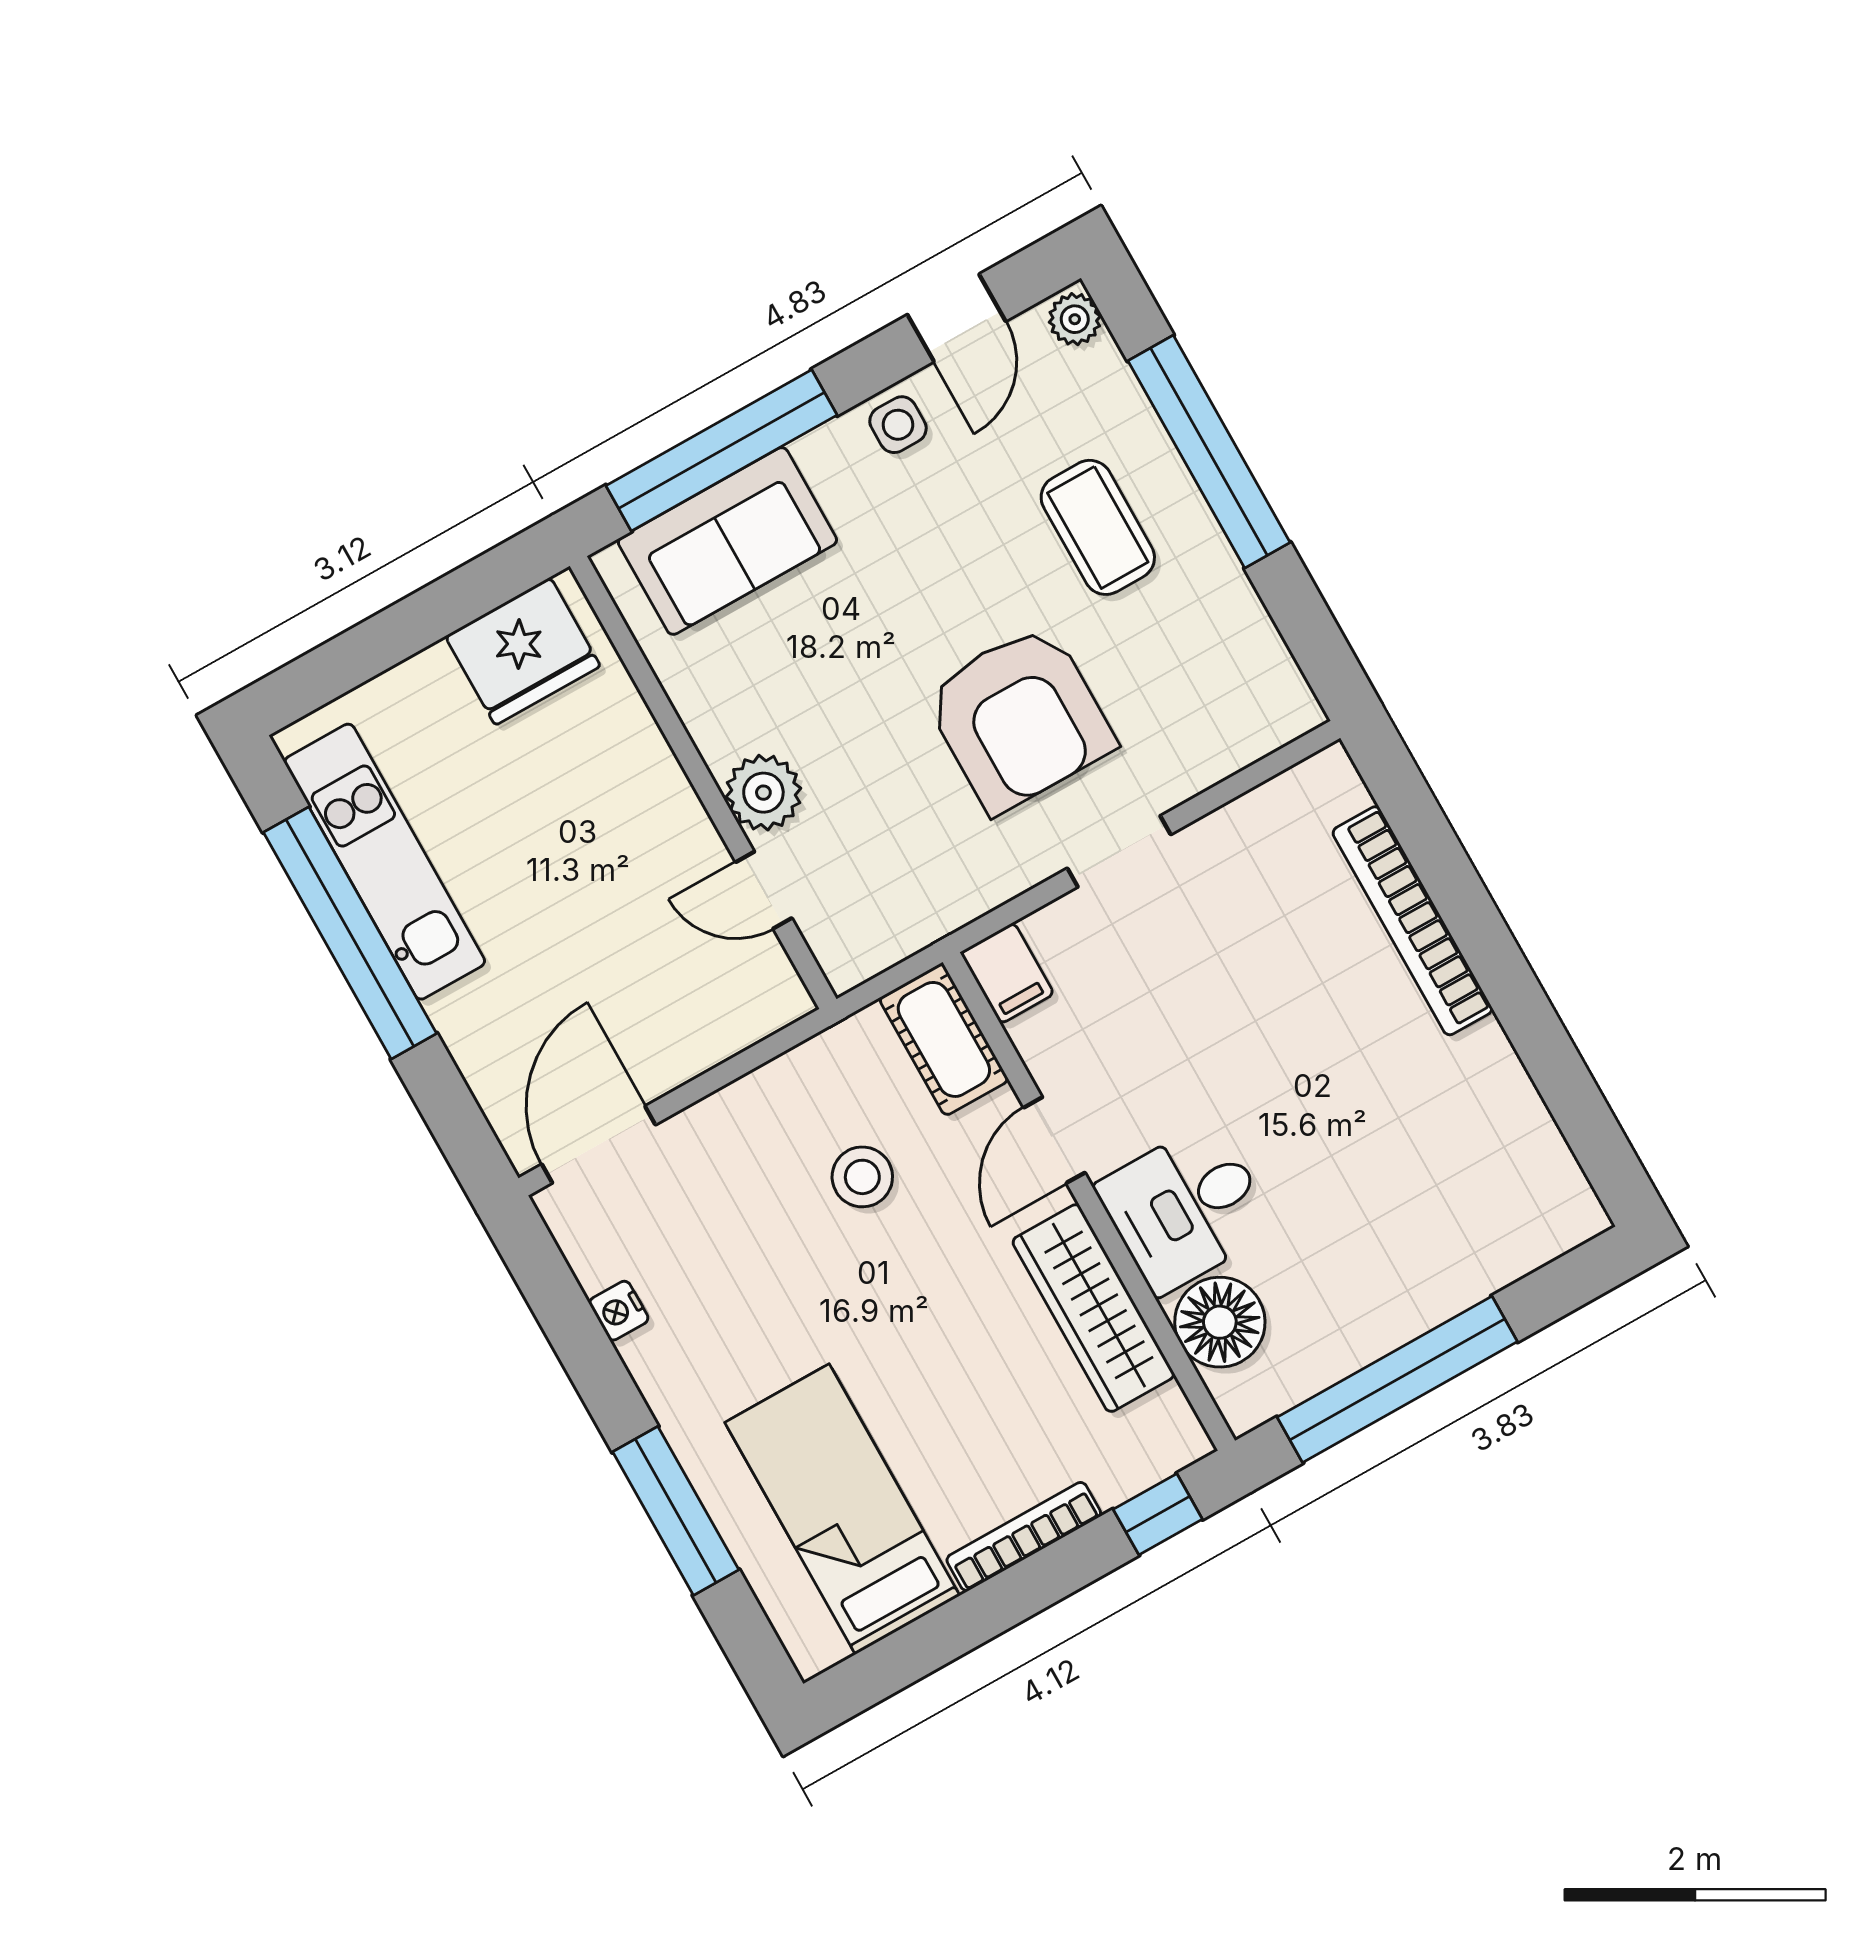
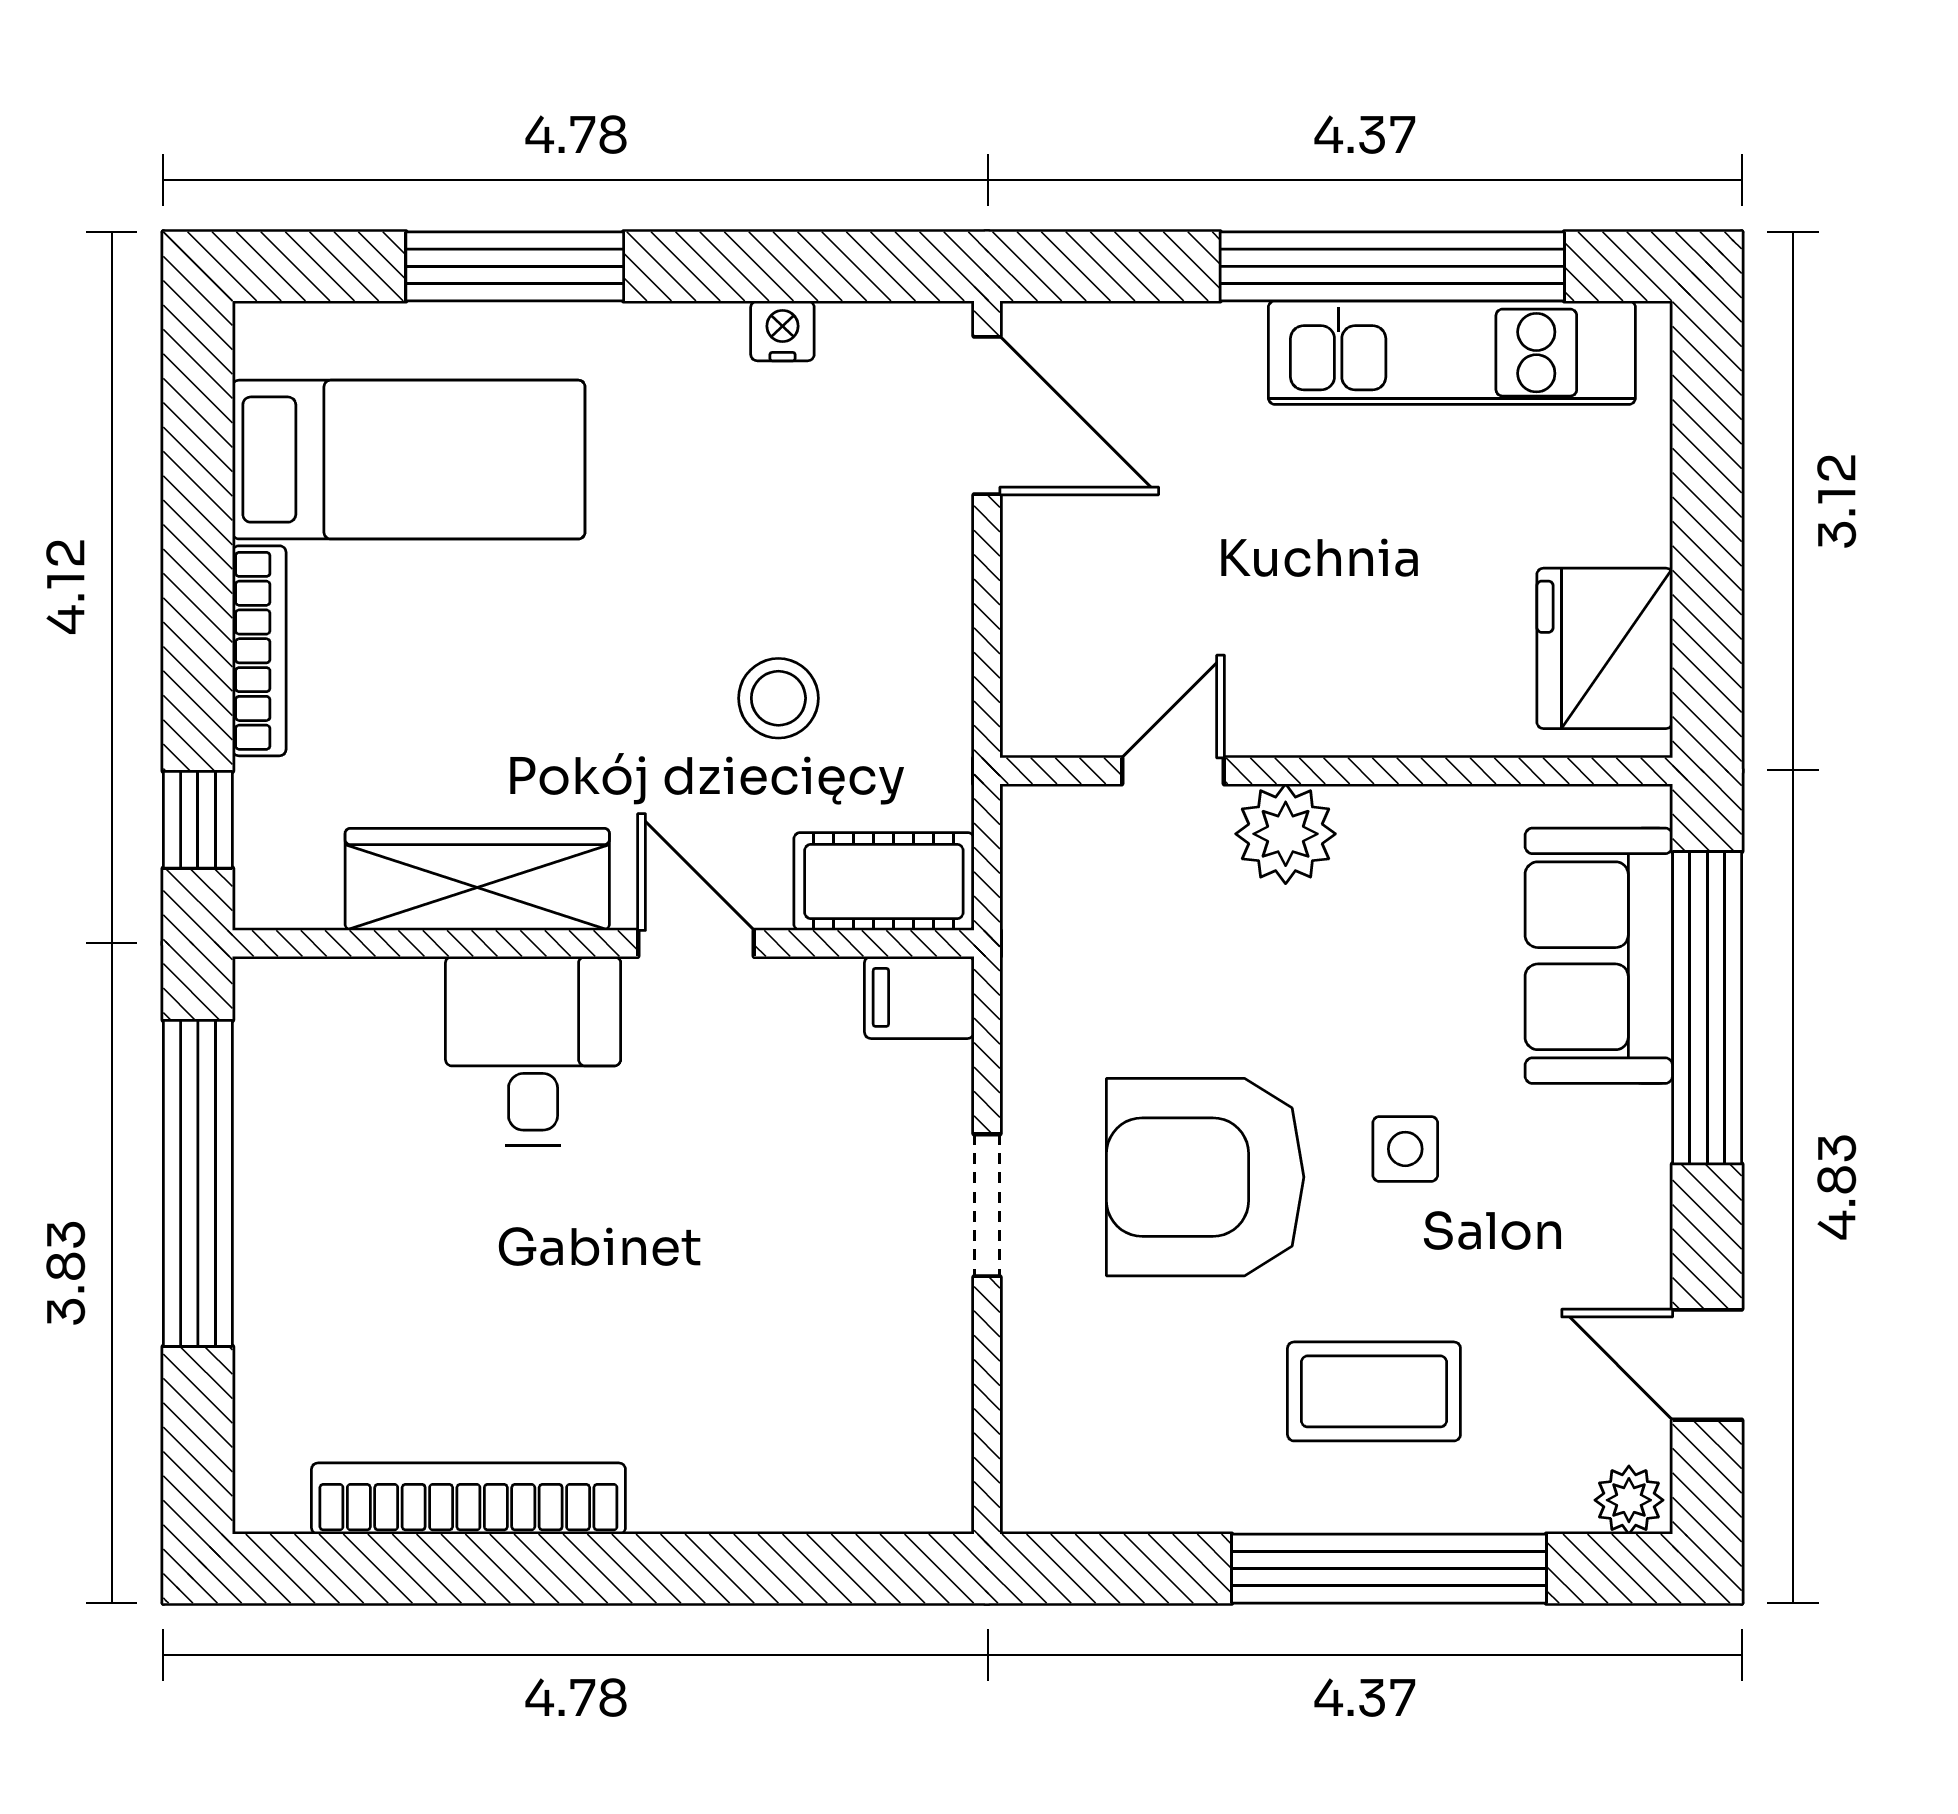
side table: (898, 425) -> (1405, 1149), moved
bookcase: (1412, 921) -> (468, 1499), moved
floor lamp: (1220, 1322) -> (379, 1016), removed

